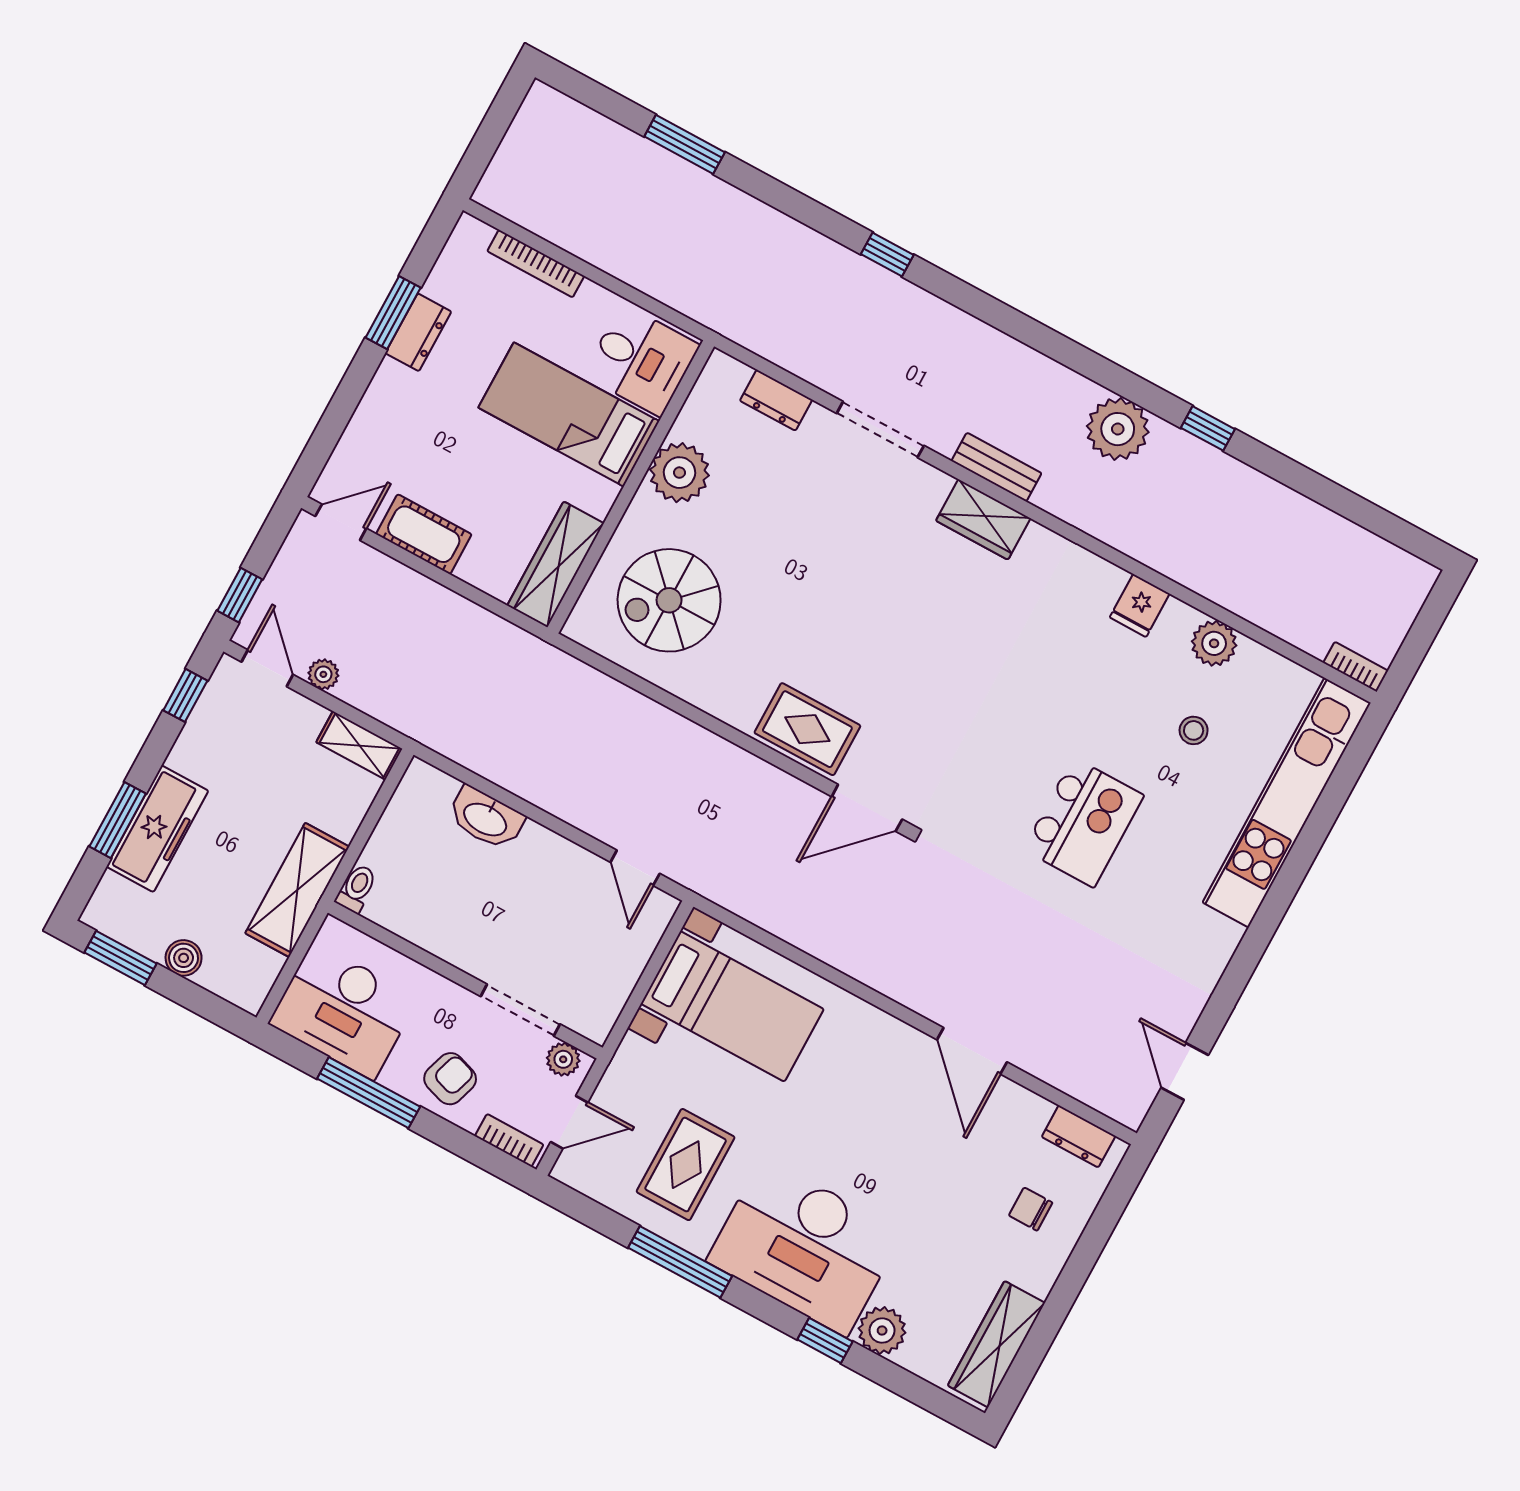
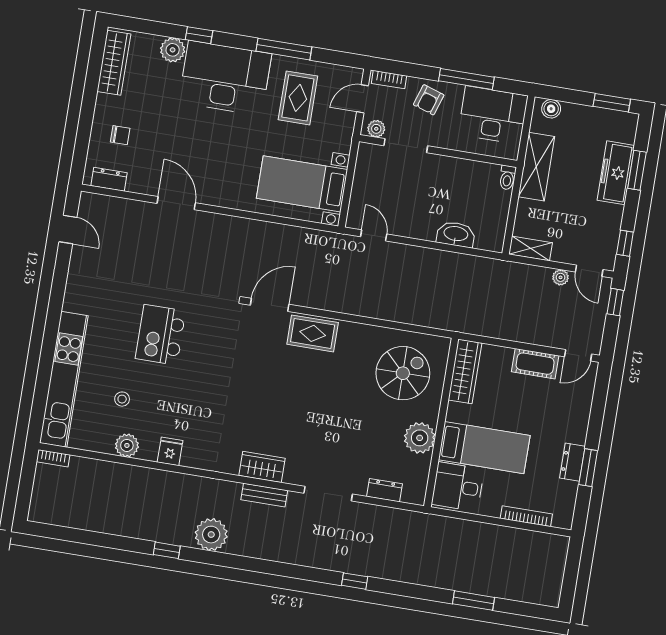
boiler: (184, 958) -> (551, 109), moved

